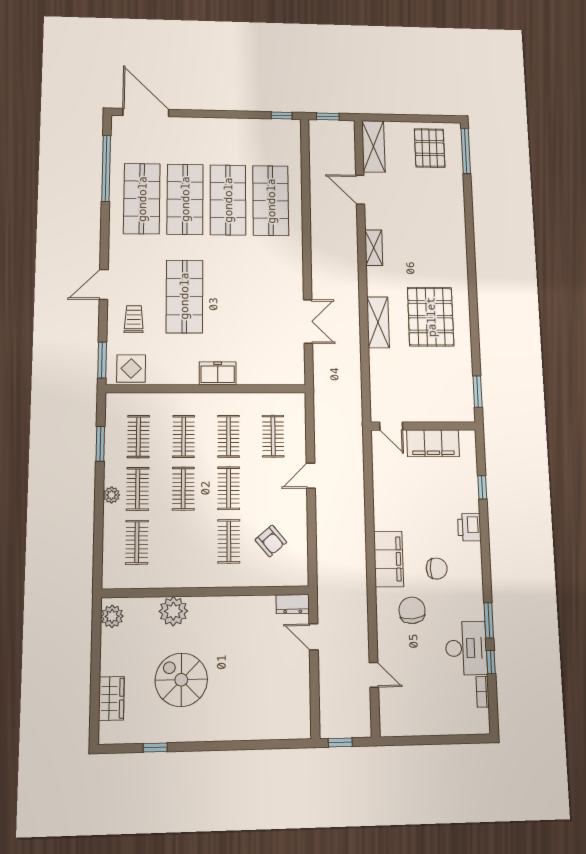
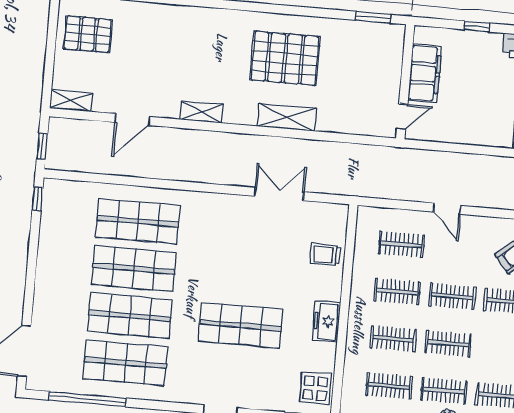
shelving: (373, 146) -> (71, 101), width x0.67, depth x0.75
trolley: (134, 319) -> (325, 254), moved
freezer: (218, 373) -> (326, 321), moved

